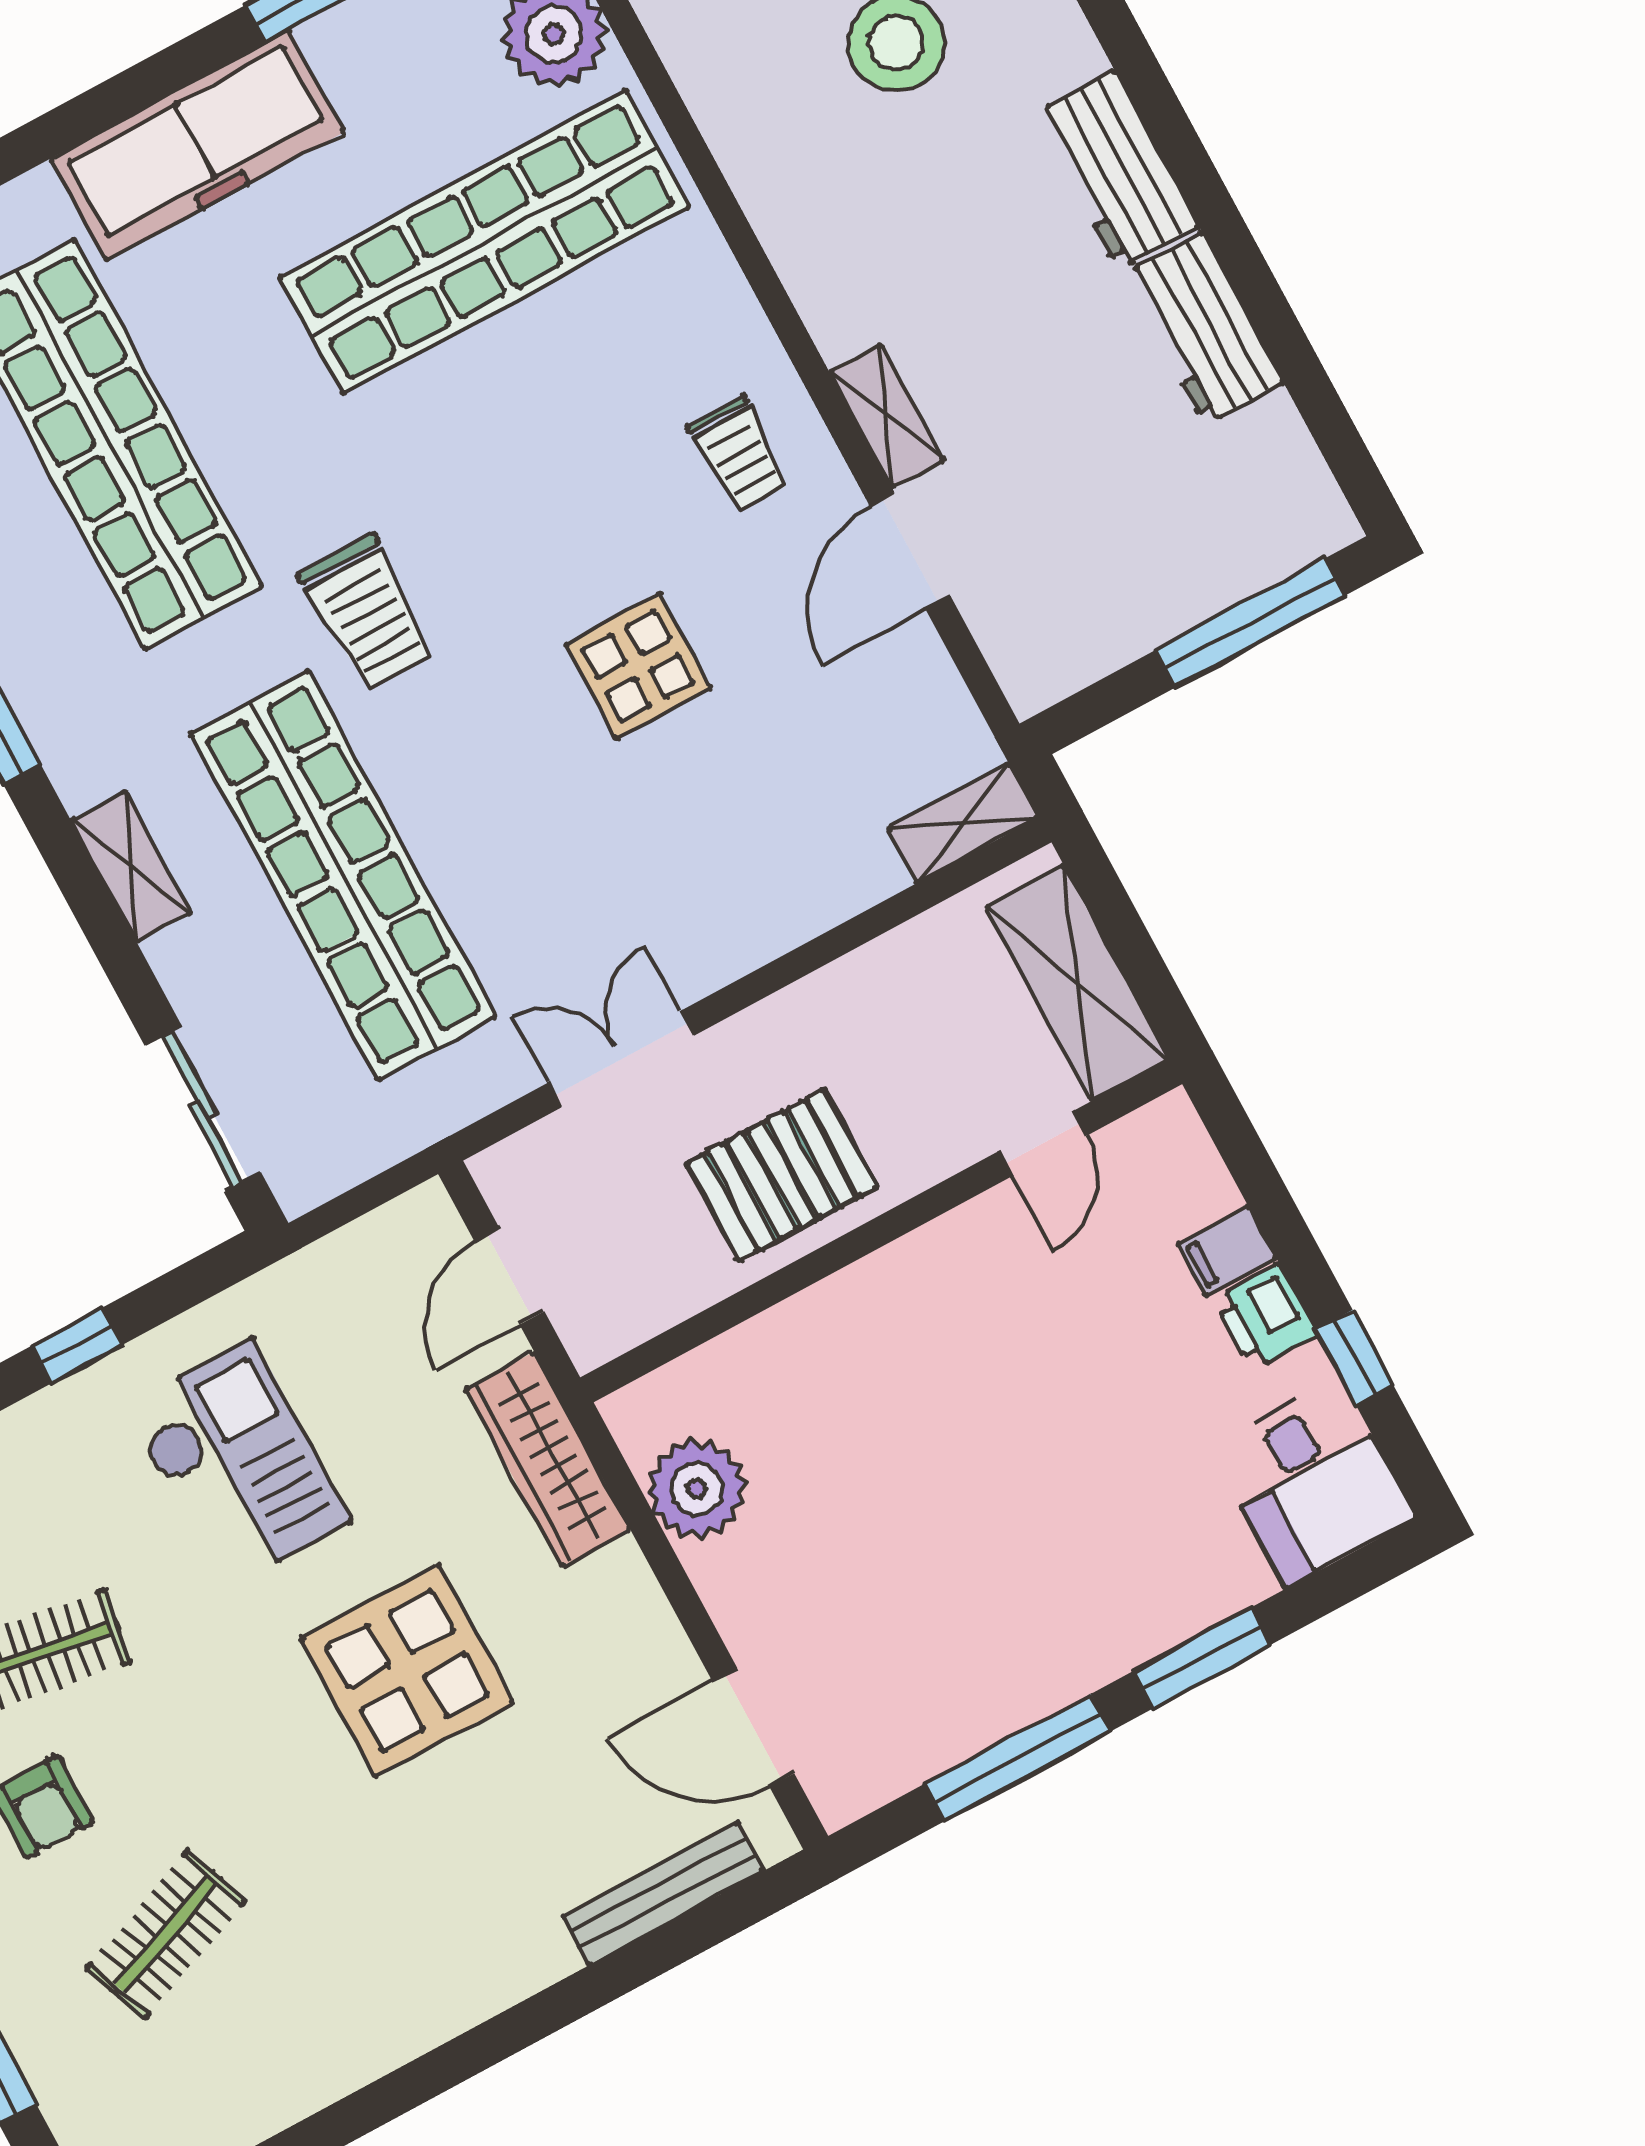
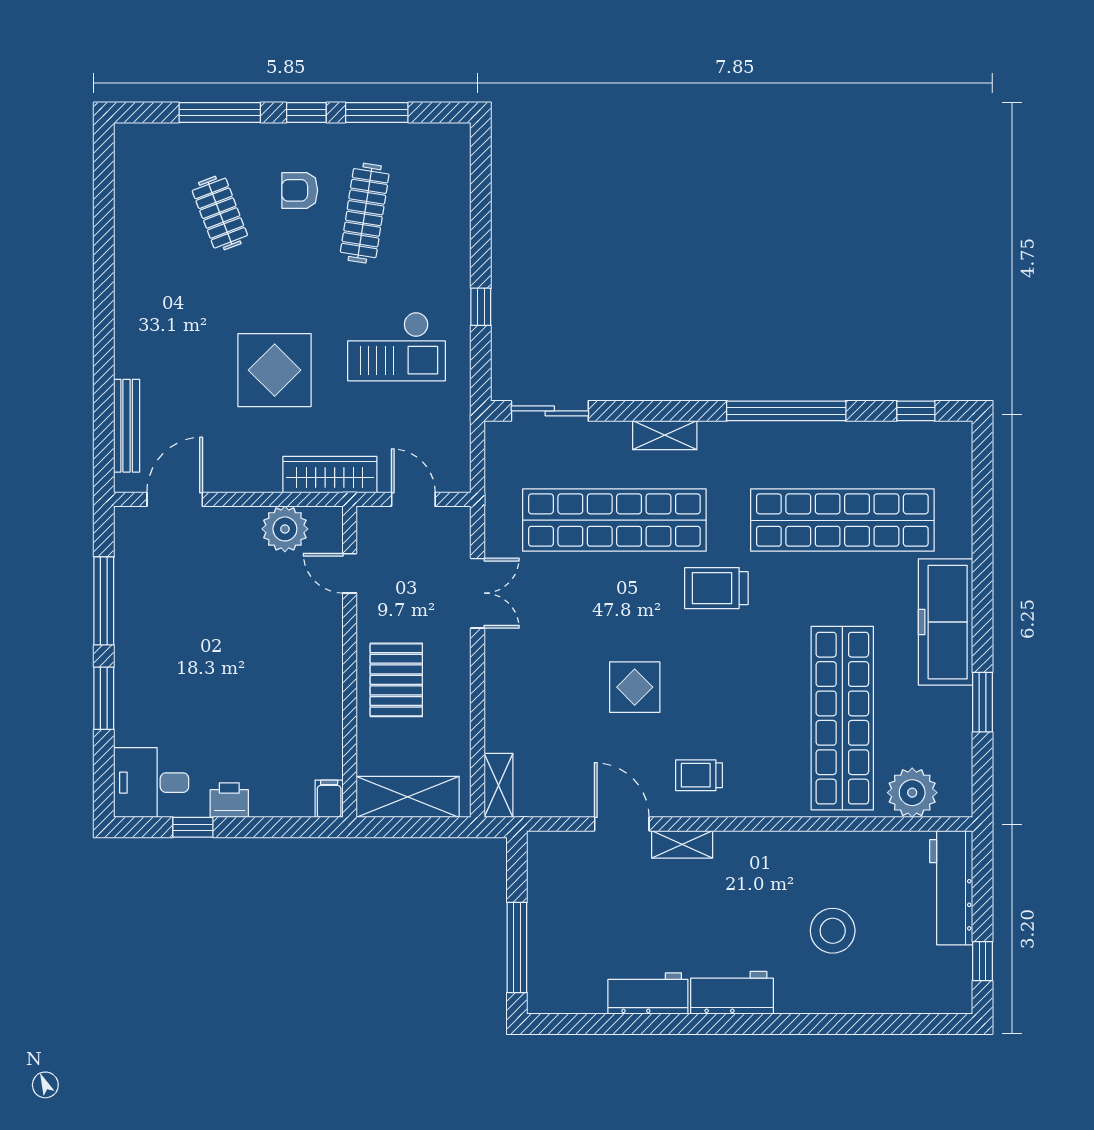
door: (1043, 1143) -> (350, 573), moved
pallet: (782, 1175) -> (396, 680), moved
filing cabinet: (1227, 1251) -> (329, 799), moved

